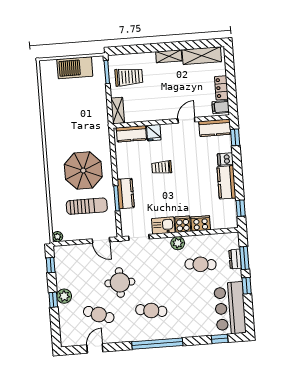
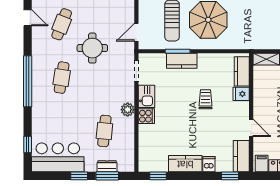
cooker: (201, 223) -> (146, 134), removed

